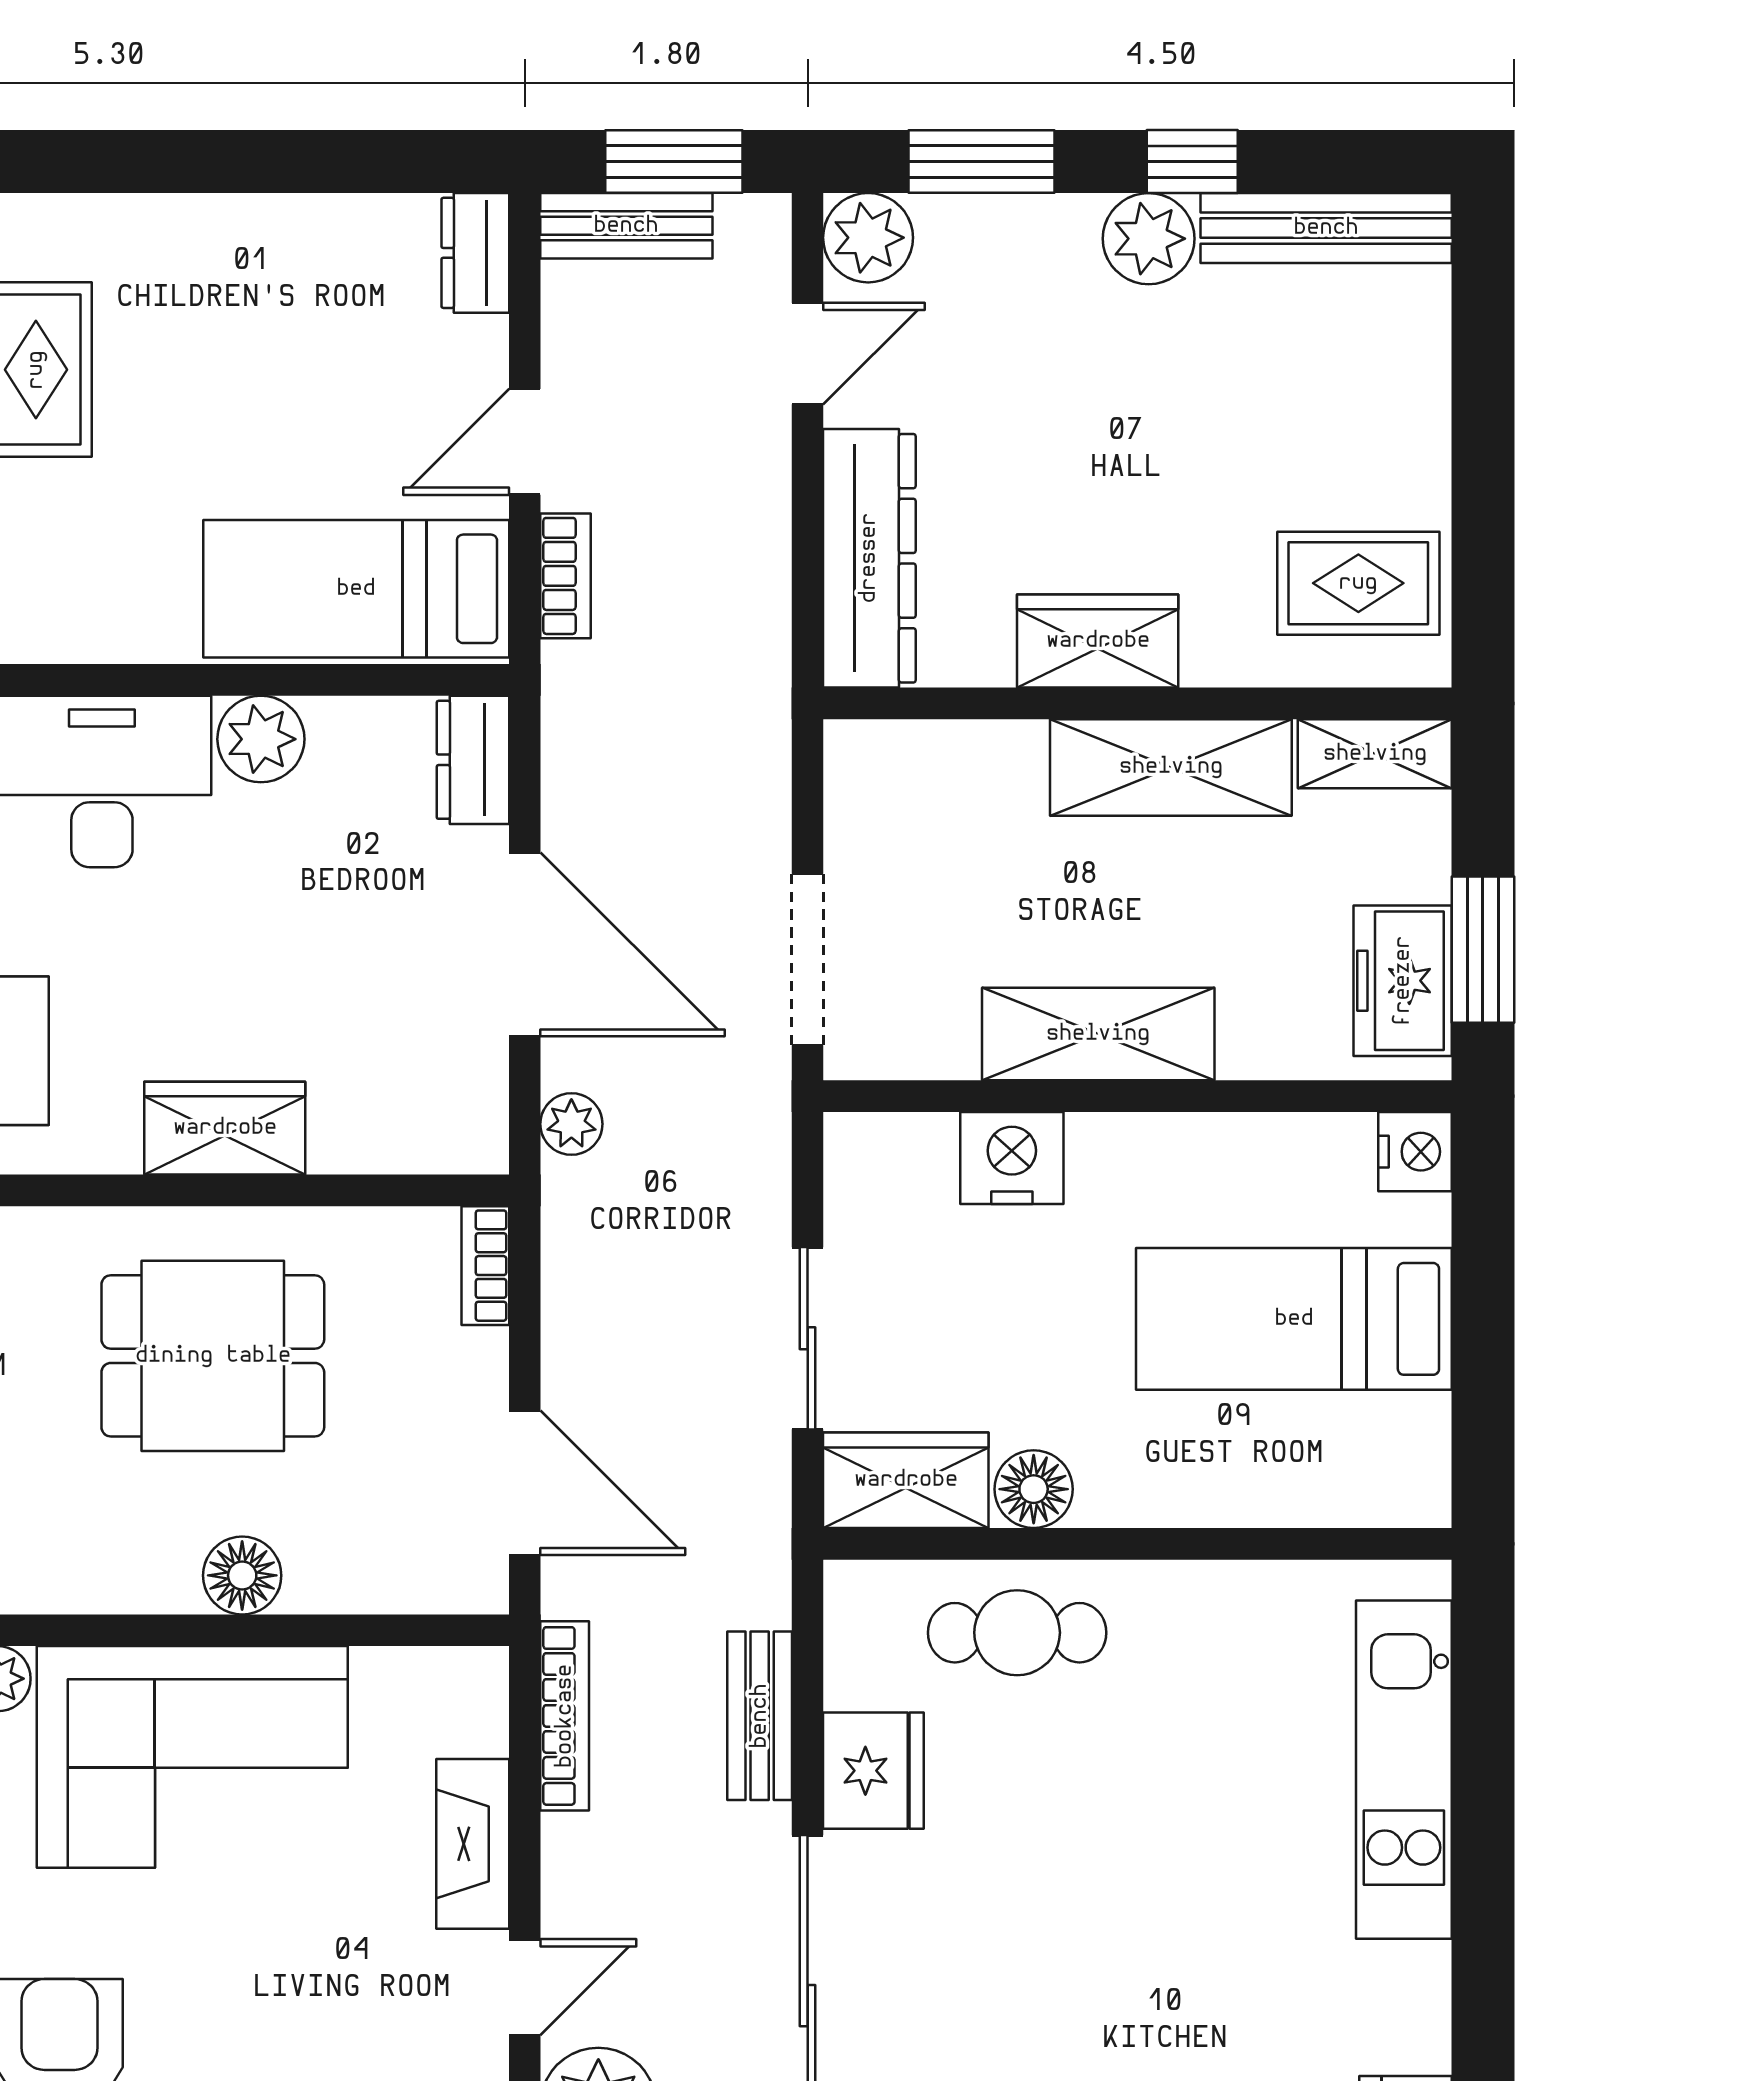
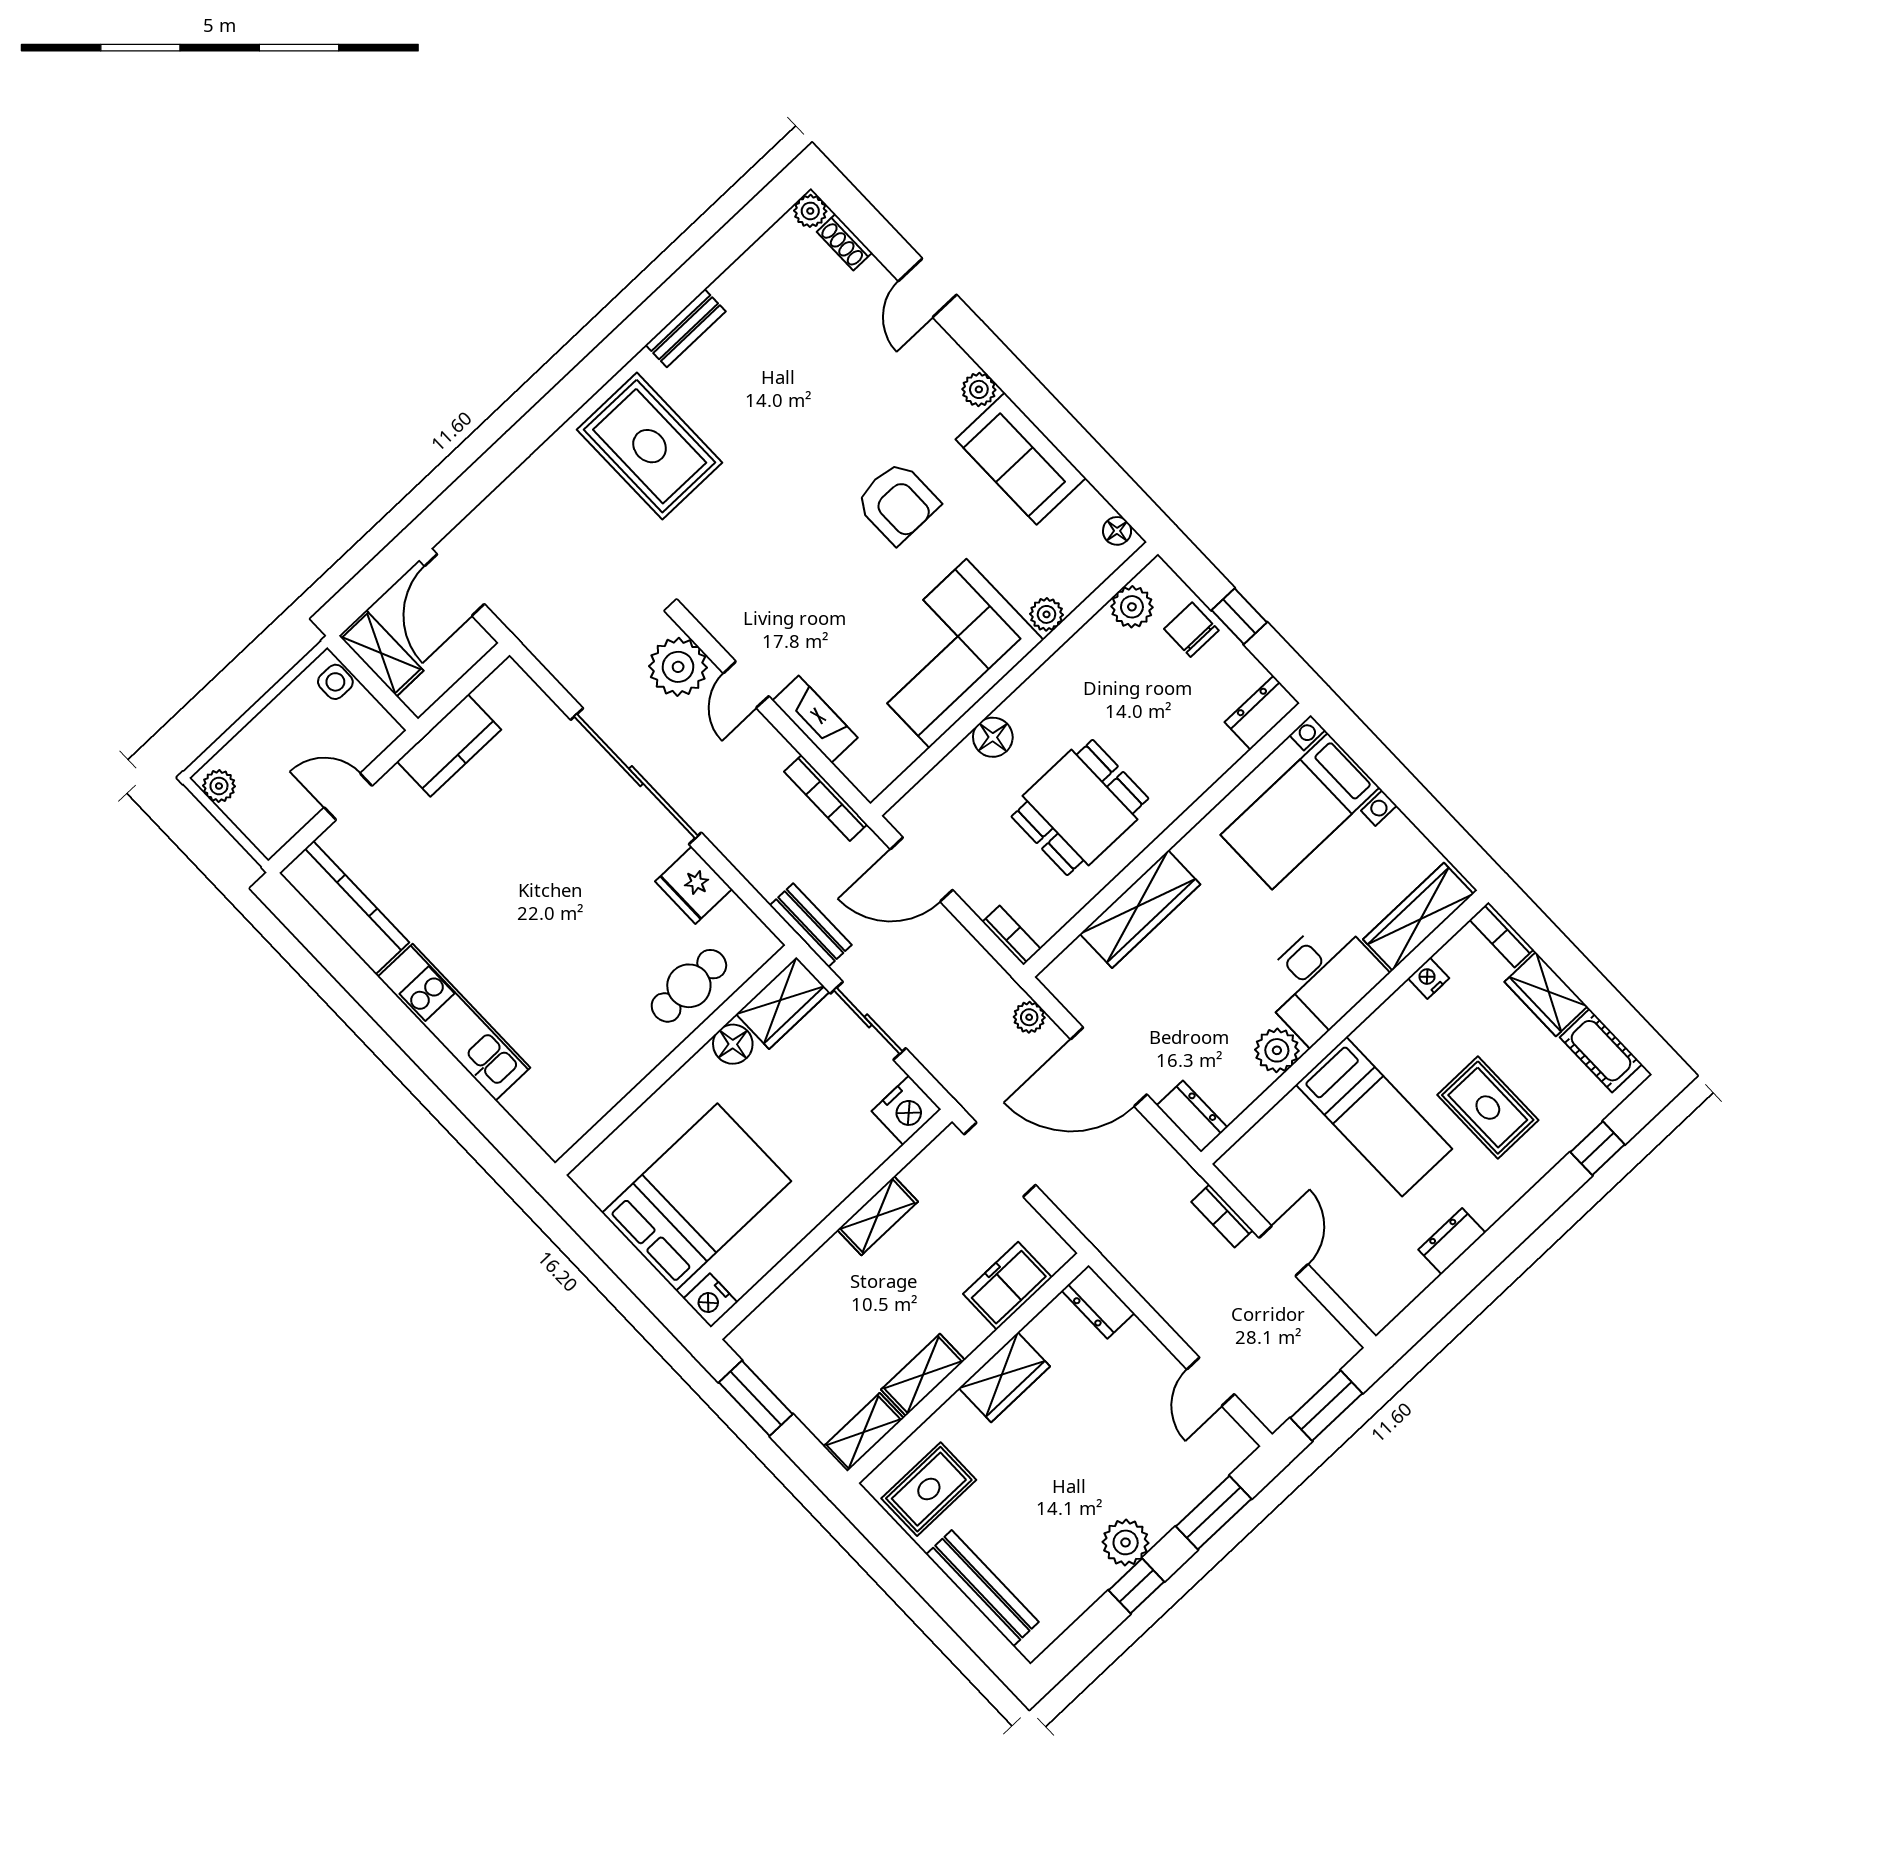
bench: (626, 226) -> (1321, 1366), removed
bench: (1326, 228) -> (982, 1588), moved, turned 90
plant: (868, 238) -> (1229, 1445), removed
dresser: (475, 253) -> (1452, 1241), moved, turned -90
dresser: (869, 558) -> (1098, 1302), width x0.51, depth x0.80
bed: (356, 589) -> (1374, 1117), moved, turned 90
shelving: (1171, 767) -> (923, 1375), width x0.67, depth x0.75
freezer: (1403, 981) -> (1007, 1286), moved, turned -90
shelving: (1098, 1034) -> (878, 1216), width x0.67, depth x0.75
wardrobe: (225, 1128) -> (1140, 909), width x1.50
nightstand: (1012, 1158) -> (906, 1110), moved
bed: (1294, 1319) -> (697, 1197), width x1.50
bench: (760, 1716) -> (811, 925), moved
kitchen unit: (1404, 1770) -> (454, 1022), moved

